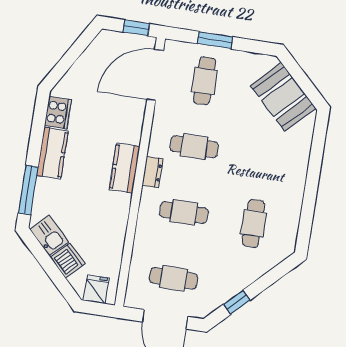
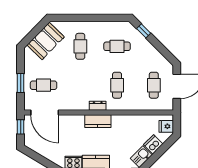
cafe table: (194, 147) -> (80, 46), moved
window: (237, 302) -> (144, 31), moved

